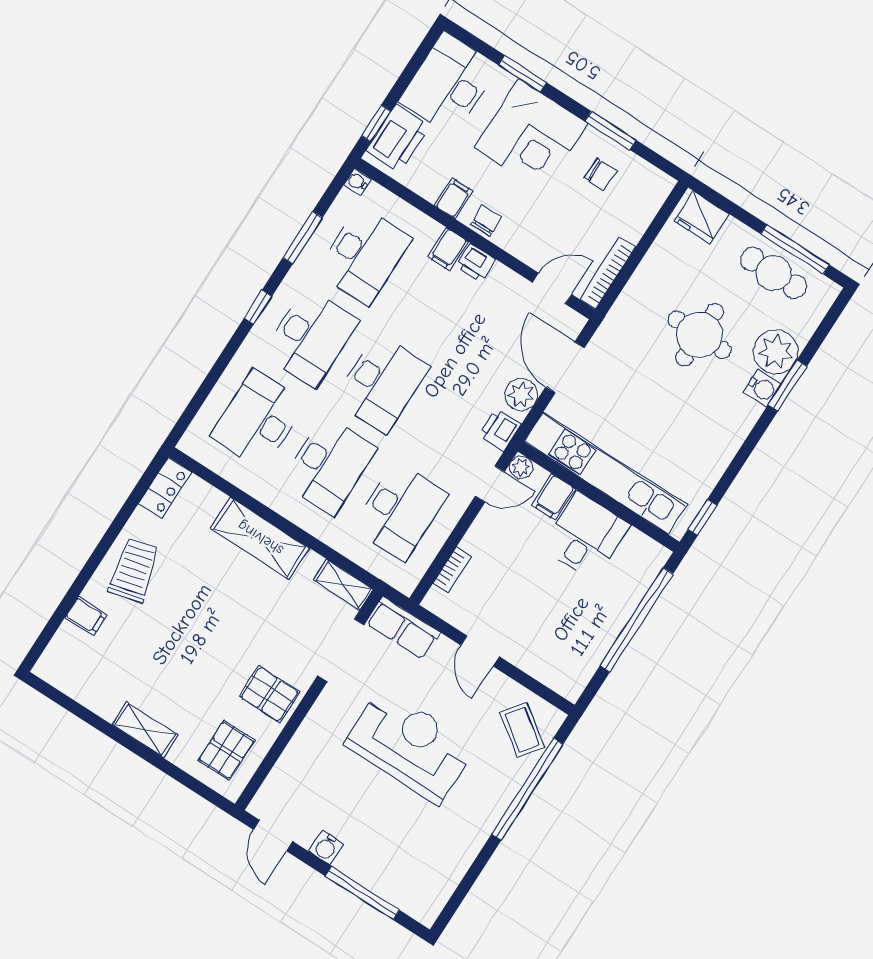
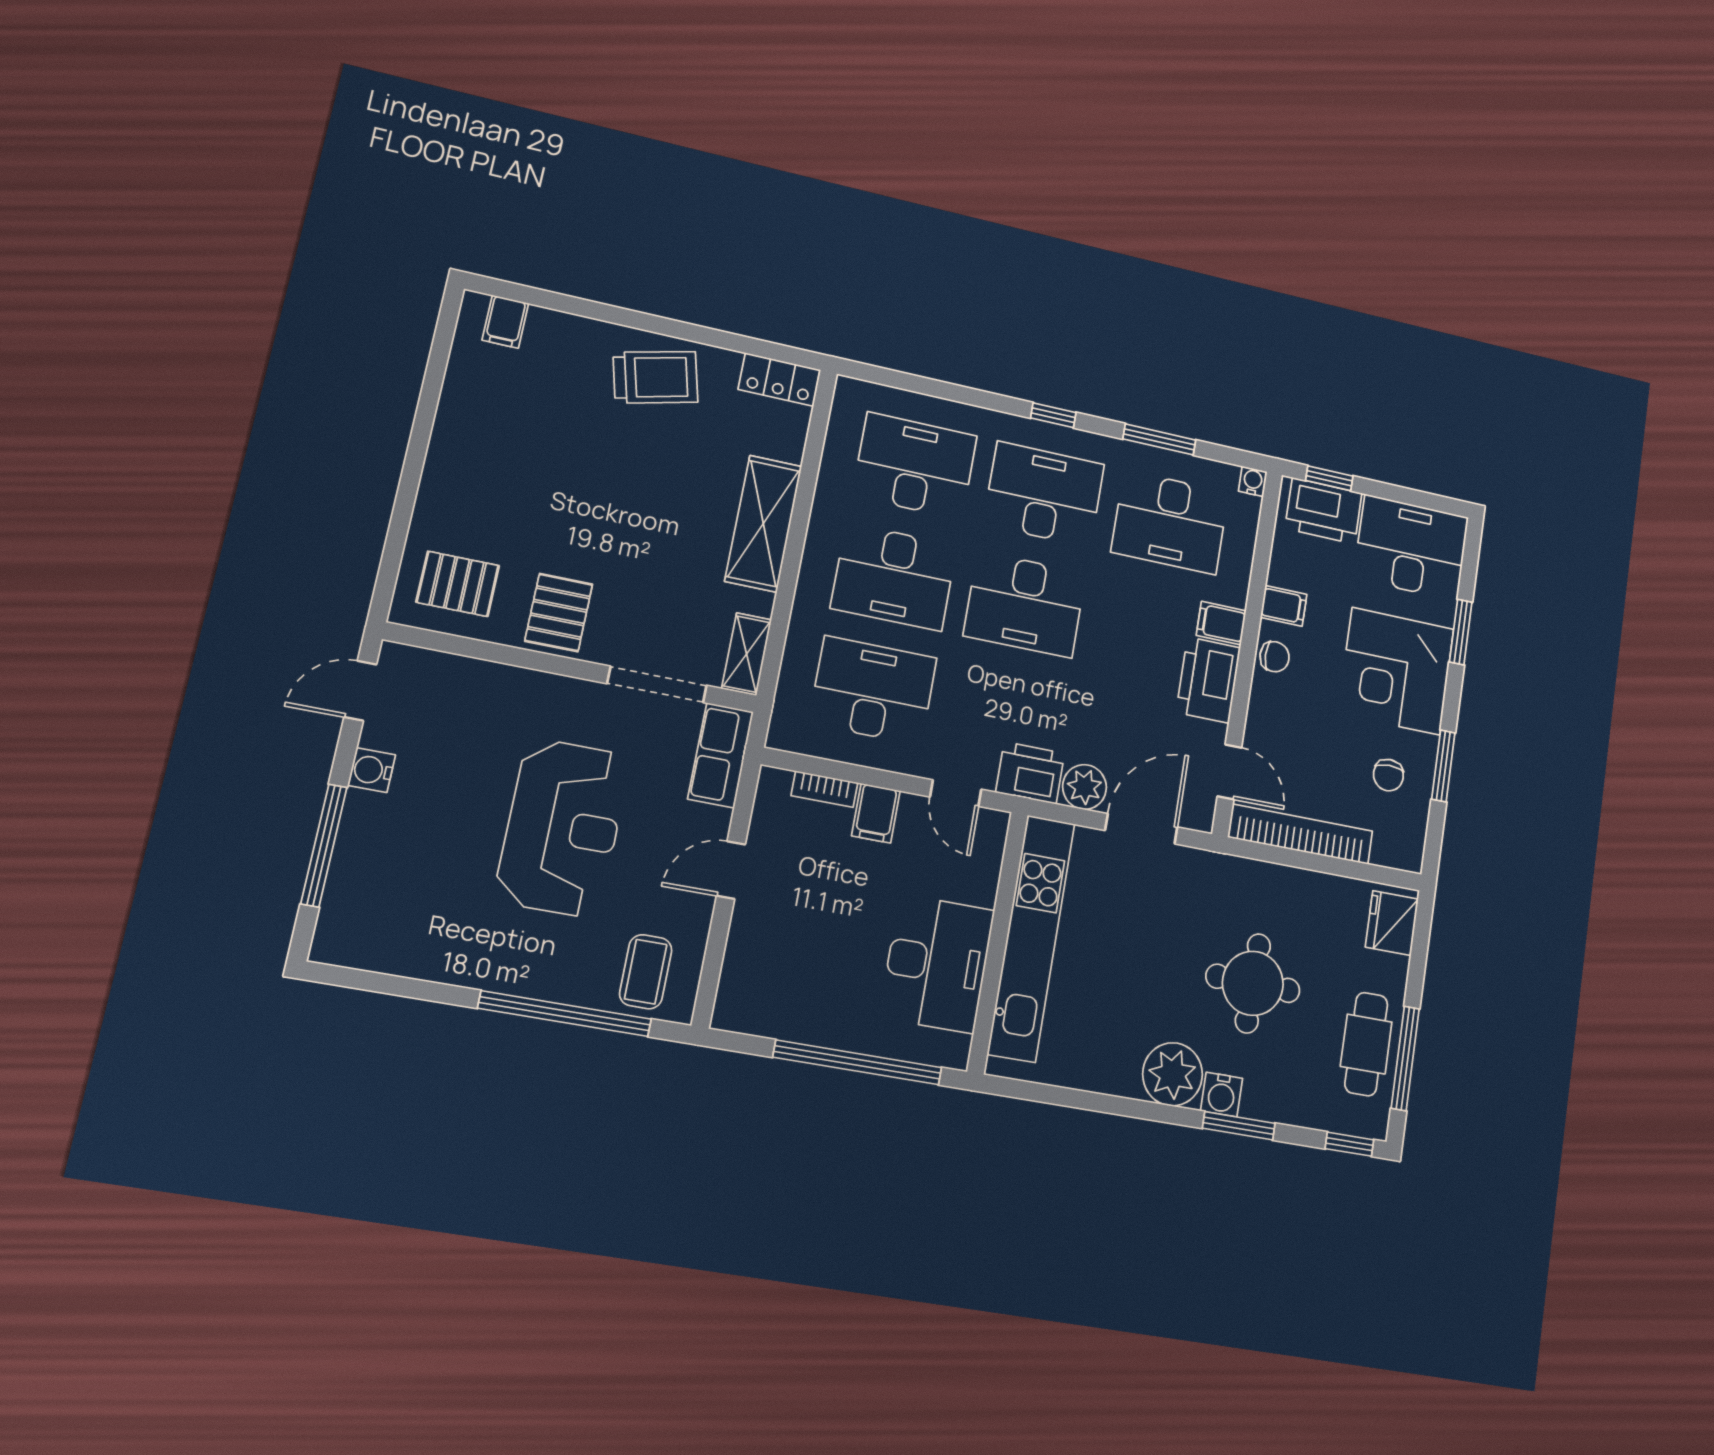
printer: (476, 263) -> (1208, 680), width x1.87, depth x1.48
bookcase: (608, 273) -> (1301, 834), width x1.48, depth x1.31
desk: (311, 337) -> (1044, 494), turned 180
plant: (776, 352) -> (1173, 1074), moved
printer: (500, 430) -> (1030, 773), width x1.36, depth x1.24
plant: (521, 467) -> (993, 825), removed
filing cabinet: (553, 497) -> (876, 813), moved, turned -90
desk: (400, 511) -> (873, 691), turned 180
window: (703, 517) -> (1349, 1144), moved
desk: (586, 536) -> (937, 964), width x1.37
filing cabinet: (86, 616) -> (505, 322), moved
shelving: (145, 730) -> (444, 466), removed
coffee table: (522, 730) -> (646, 972), turned -36

